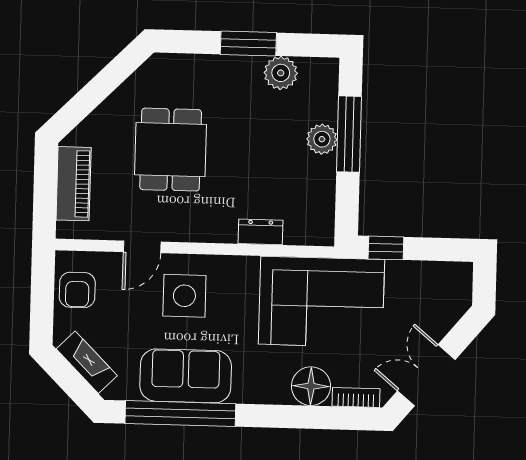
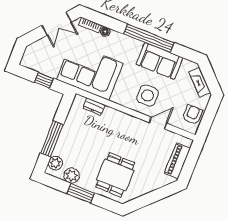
plant: (322, 139) -> (55, 163), moved
dining table: (171, 150) -> (115, 175), moved
dresser: (260, 232) -> (94, 106), moved
window: (386, 248) -> (44, 80), moved
floor lamp: (311, 386) -> (105, 32), width x0.53, depth x0.53
window: (180, 414) -> (149, 38), moved

